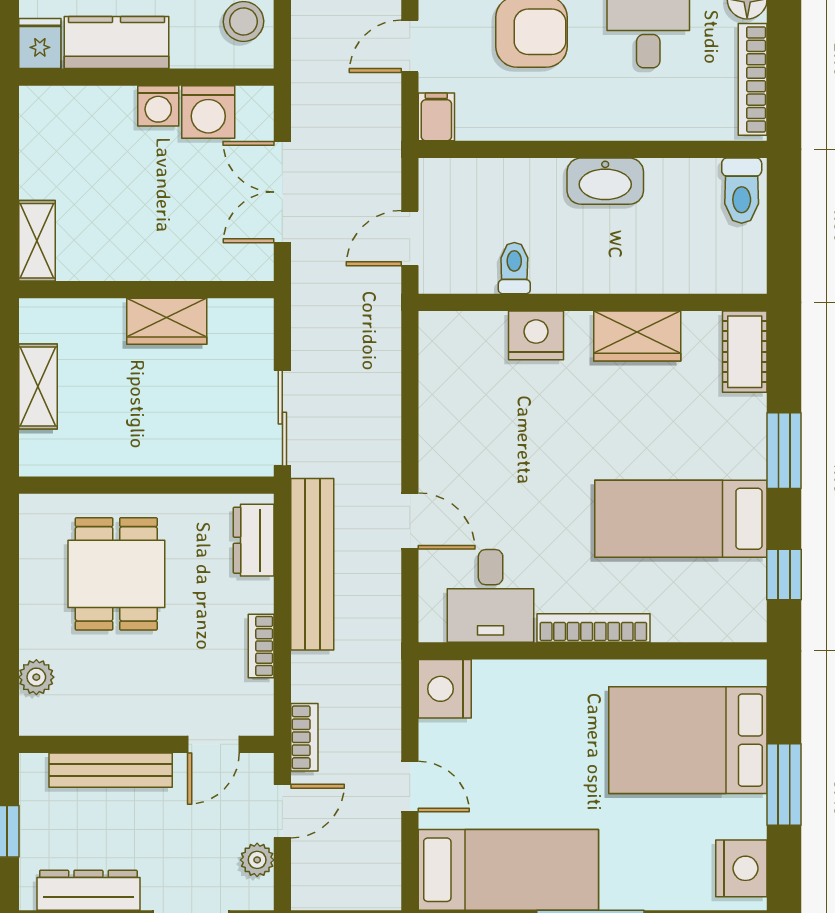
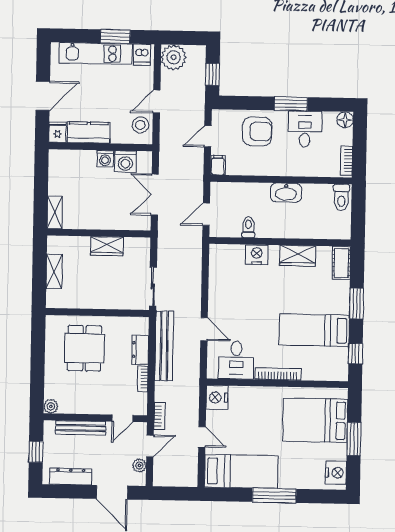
bookcase: (753, 79) -> (347, 161), width x0.64
dresser: (254, 540) -> (140, 350), moved
plant: (36, 677) -> (51, 406), moved

